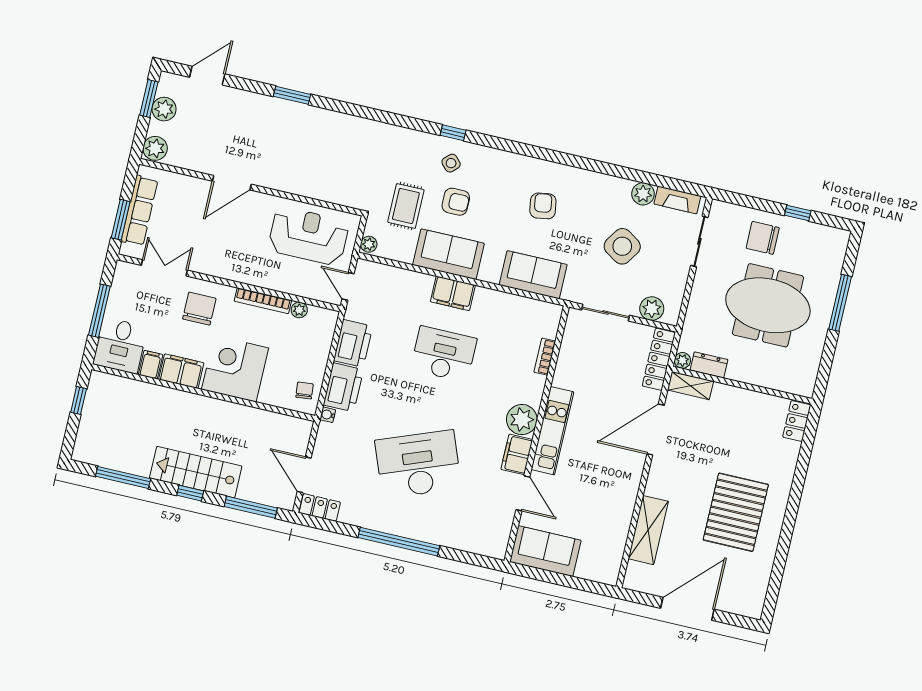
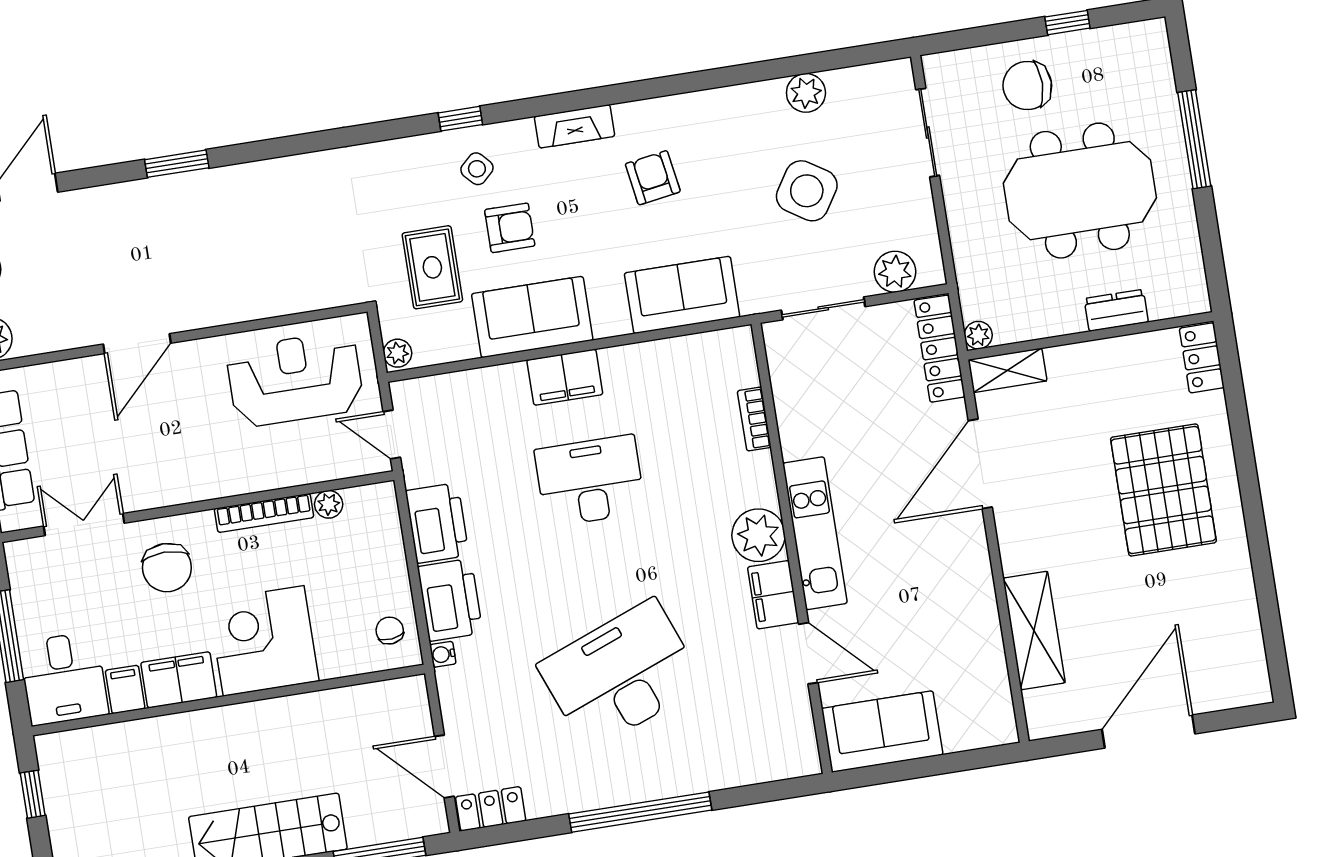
fireplace: (677, 200) -> (575, 126), moved
chair: (199, 309) -> (167, 568), turned 180
dresser: (709, 365) -> (1116, 310), moved
pallet: (736, 512) -> (1163, 490), moved

